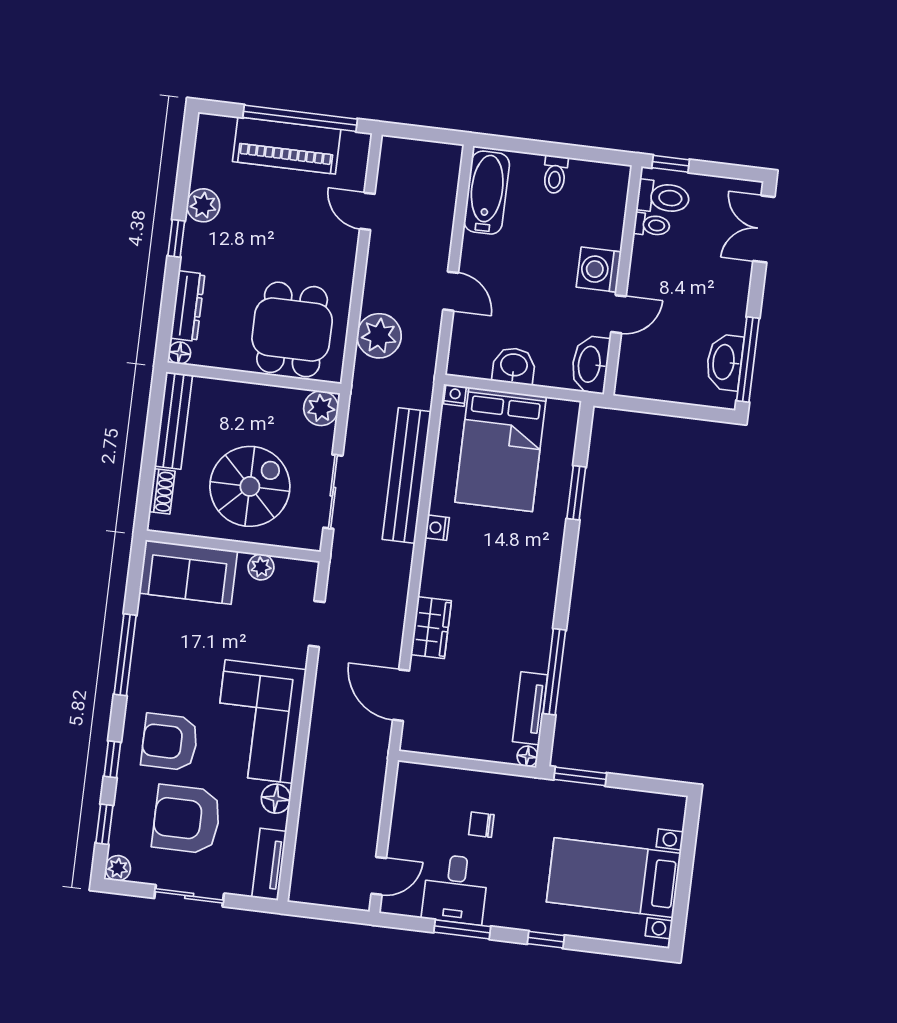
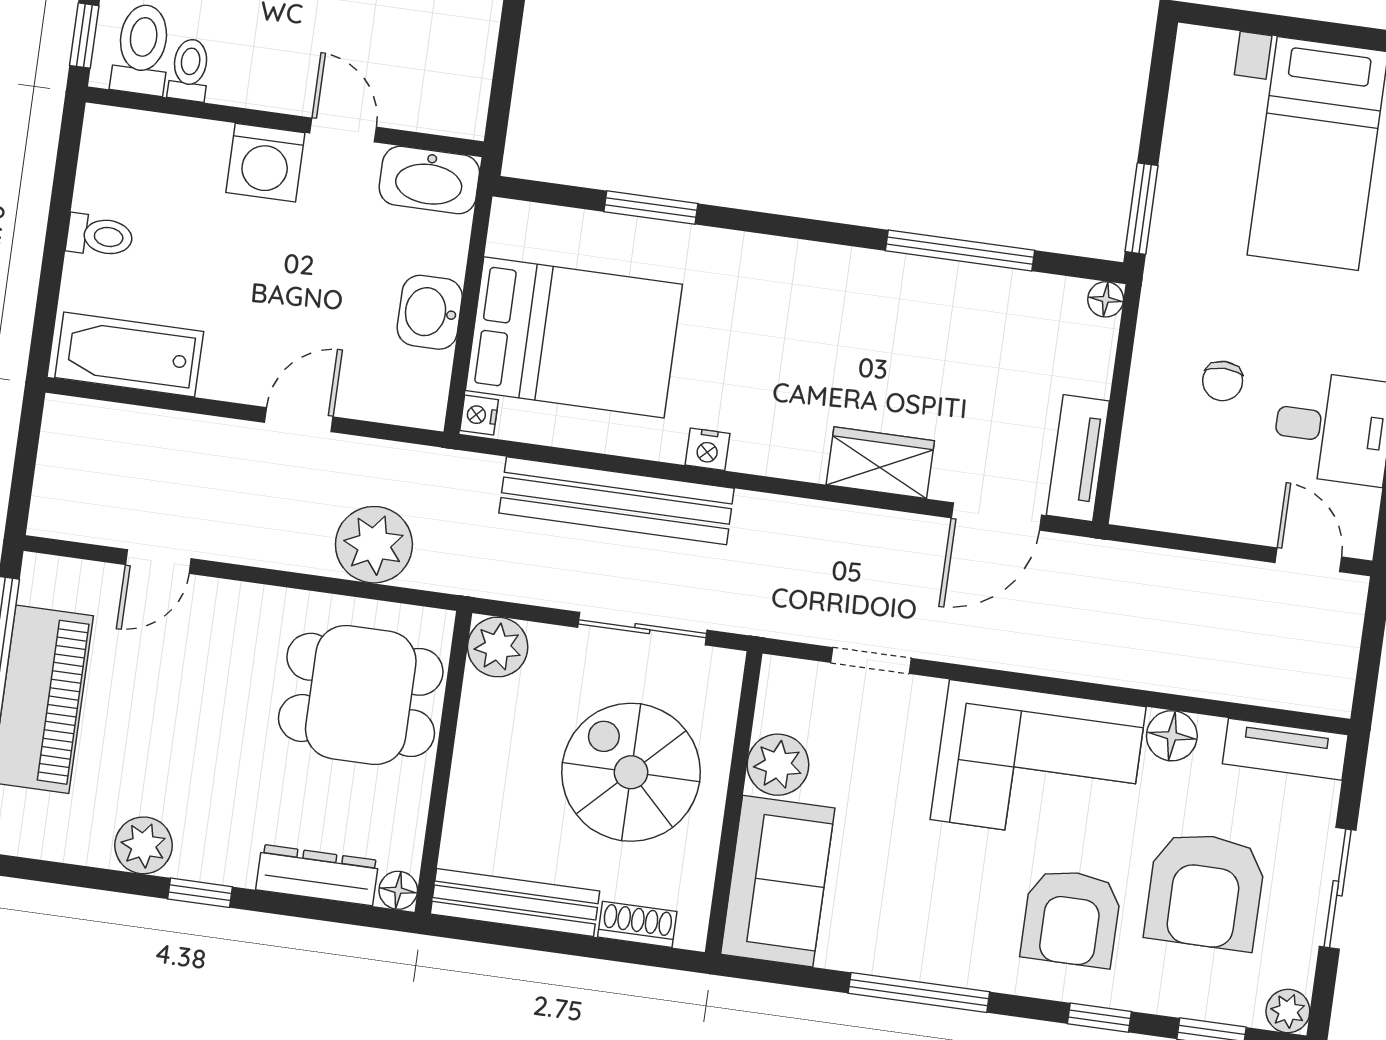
plant: (261, 567) -> (778, 765), width x1.38, depth x1.38
tv unit: (530, 708) -> (1078, 458), moved, turned 90

